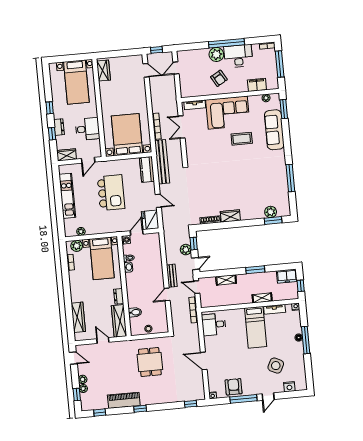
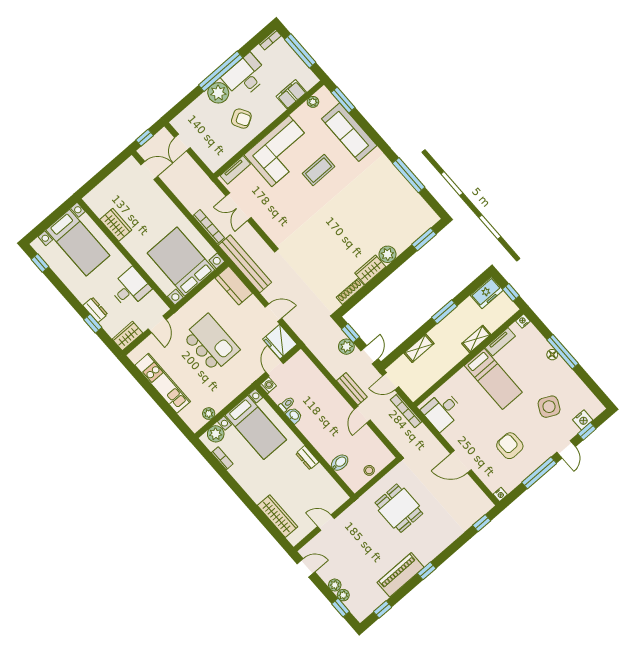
wardrobe: (103, 71) -> (116, 225), moved
window: (50, 108) -> (40, 263), moved
plant: (271, 212) -> (388, 254), moved
wardrobe: (119, 321) -> (328, 486), removed
armchair: (234, 387) -> (510, 446), moved
window: (287, 395) -> (587, 431), added

